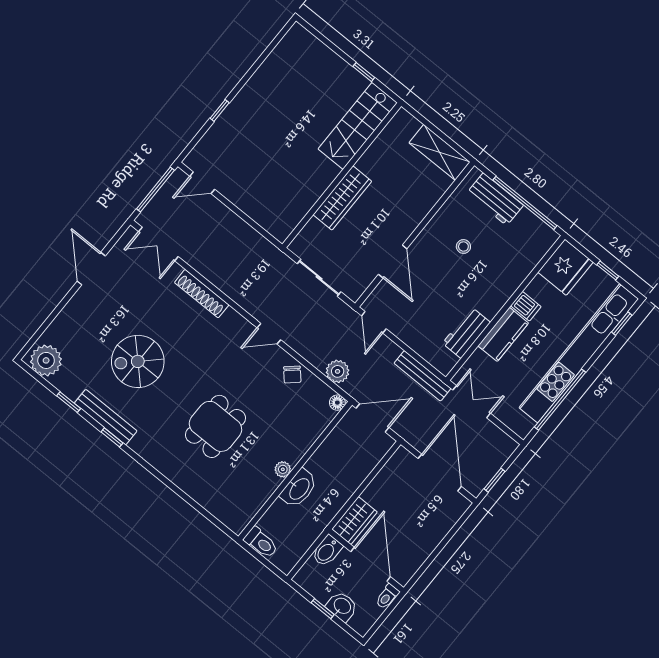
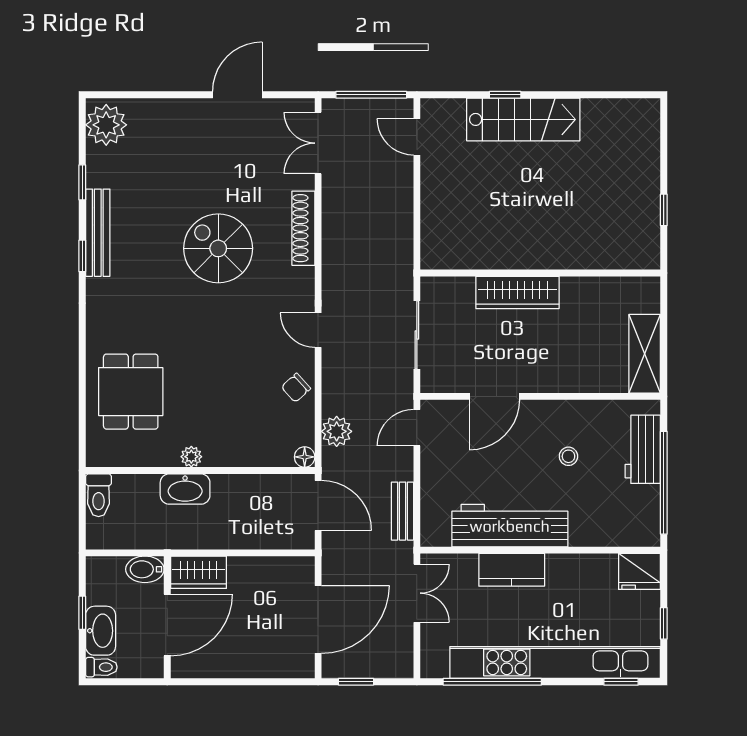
stairs: (358, 126) -> (523, 119), moved, turned 180
fridge: (565, 267) -> (640, 571), width x0.73, depth x0.75
dishwasher: (526, 306) -> (559, 569), removed
workbench: (466, 333) -> (510, 526), width x1.88, depth x1.32
spiral stairs: (138, 361) -> (218, 248), moved
bench: (422, 376) -> (403, 511), width x0.73
dining table: (215, 426) -> (131, 392), moved, turned 90
toilet: (387, 596) -> (101, 667), moved, turned 180
washbasin: (342, 606) -> (101, 631), width x1.38

